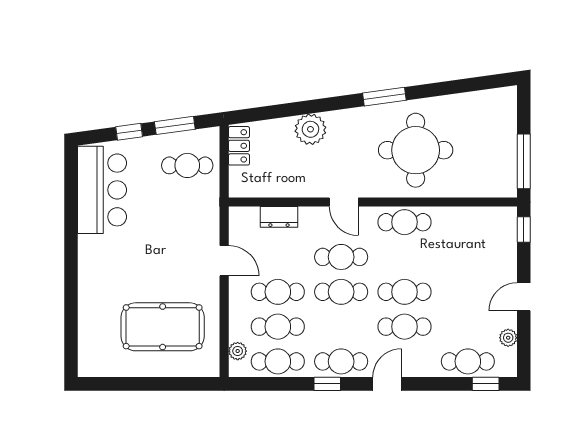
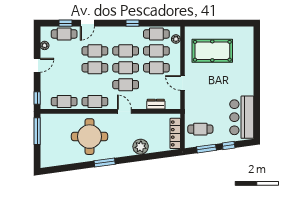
locker: (239, 146) -> (175, 133), width x1.53
cafe table: (468, 222) -> (64, 102), added
cafe table: (341, 361) -> (126, 51), moved
door: (387, 384) -> (87, 23), moved
window: (486, 384) -> (66, 23), moved

